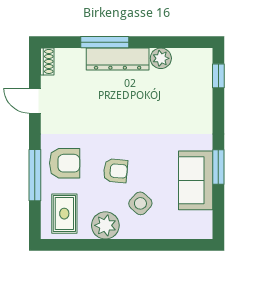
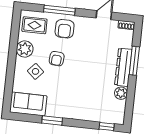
sofa: (196, 180) -> (28, 104), moved

